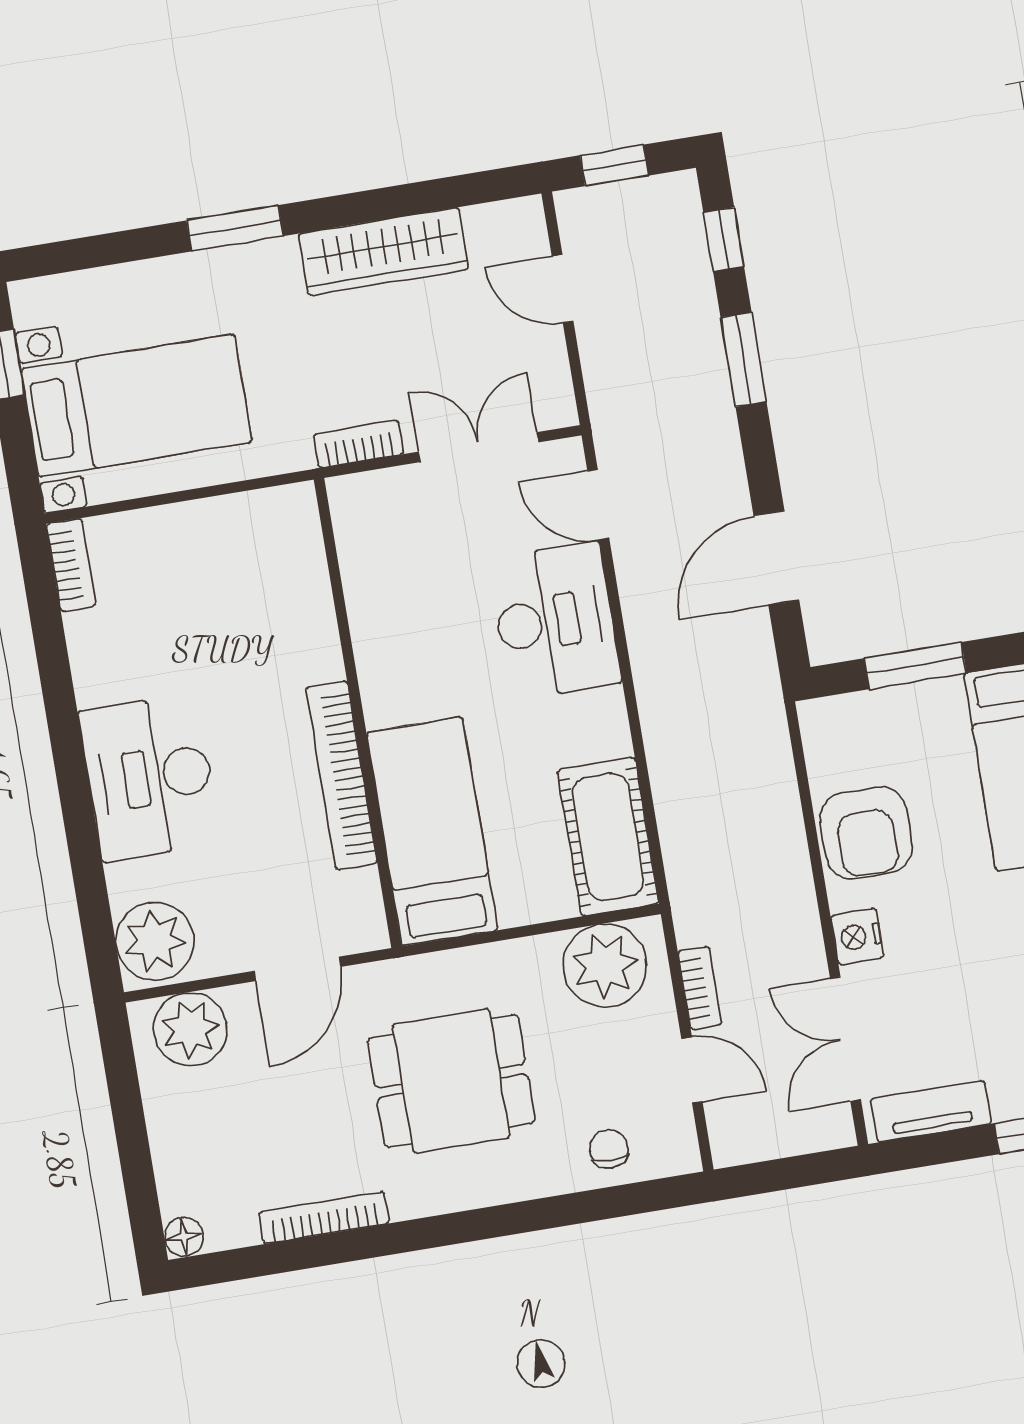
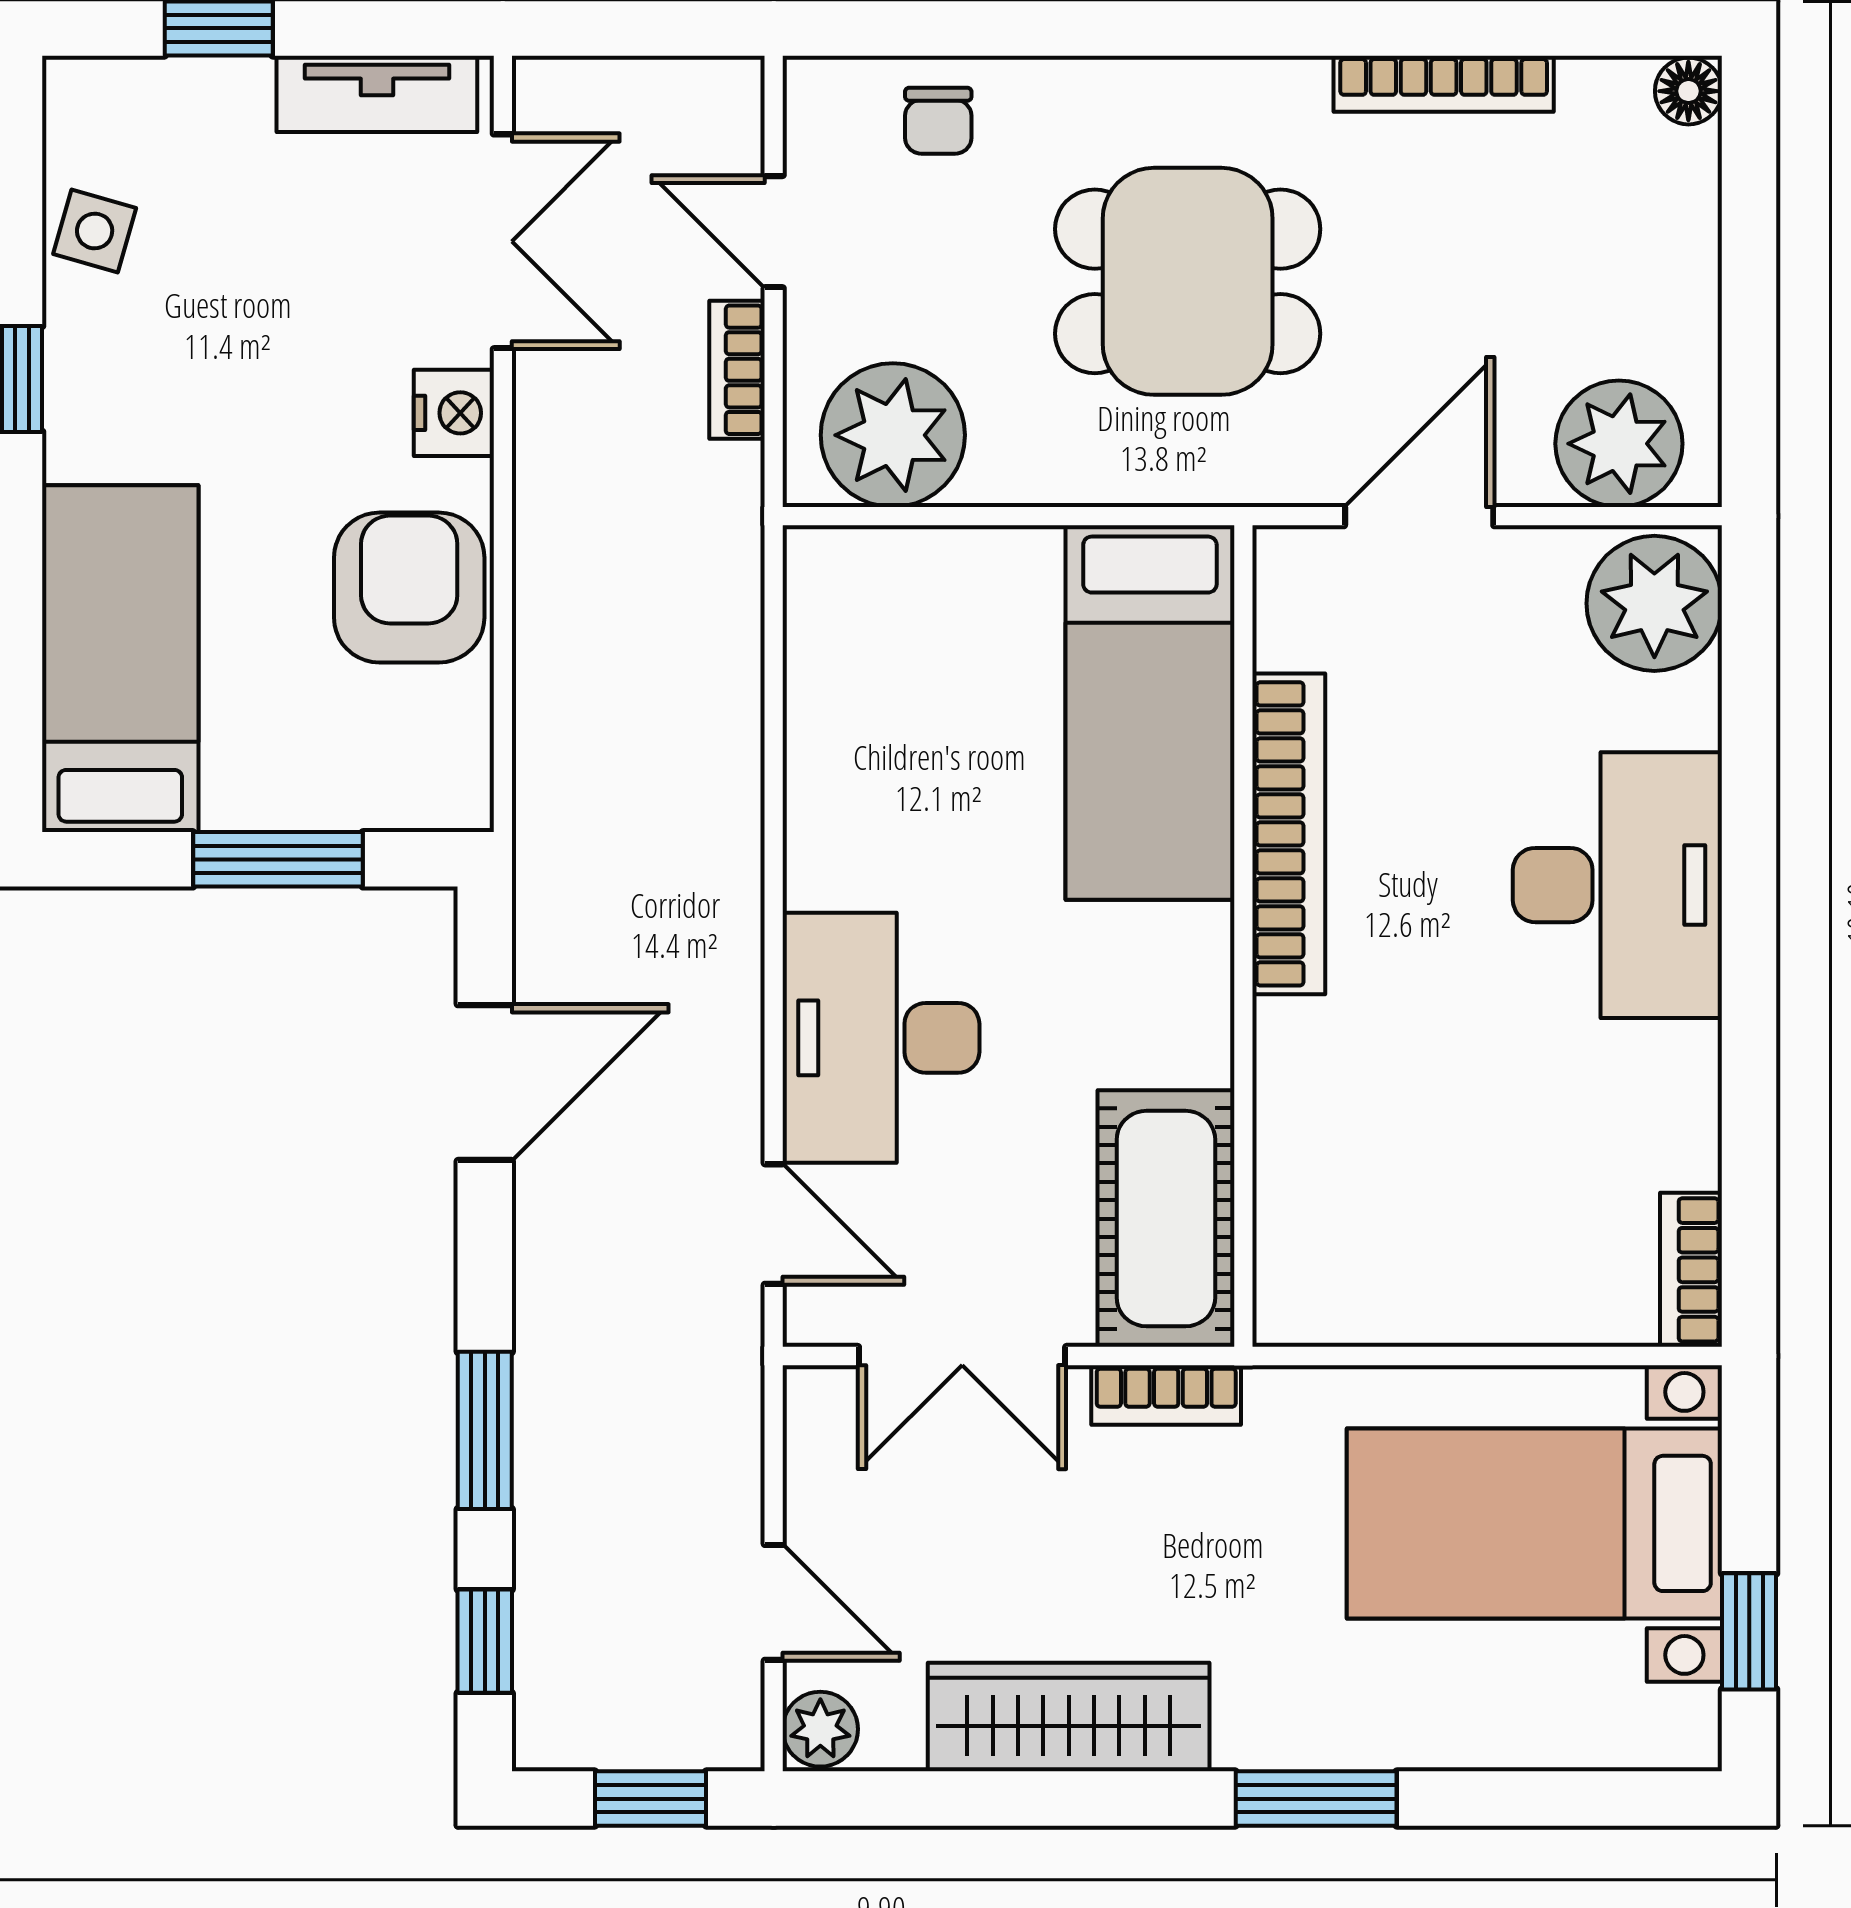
plant: (524, 221) -> (820, 1729), added
cot: (608, 837) -> (1166, 1219), moved

